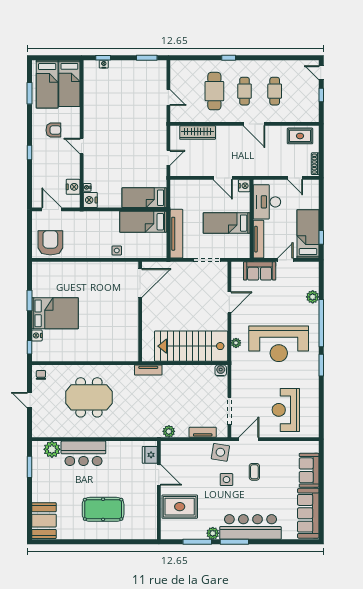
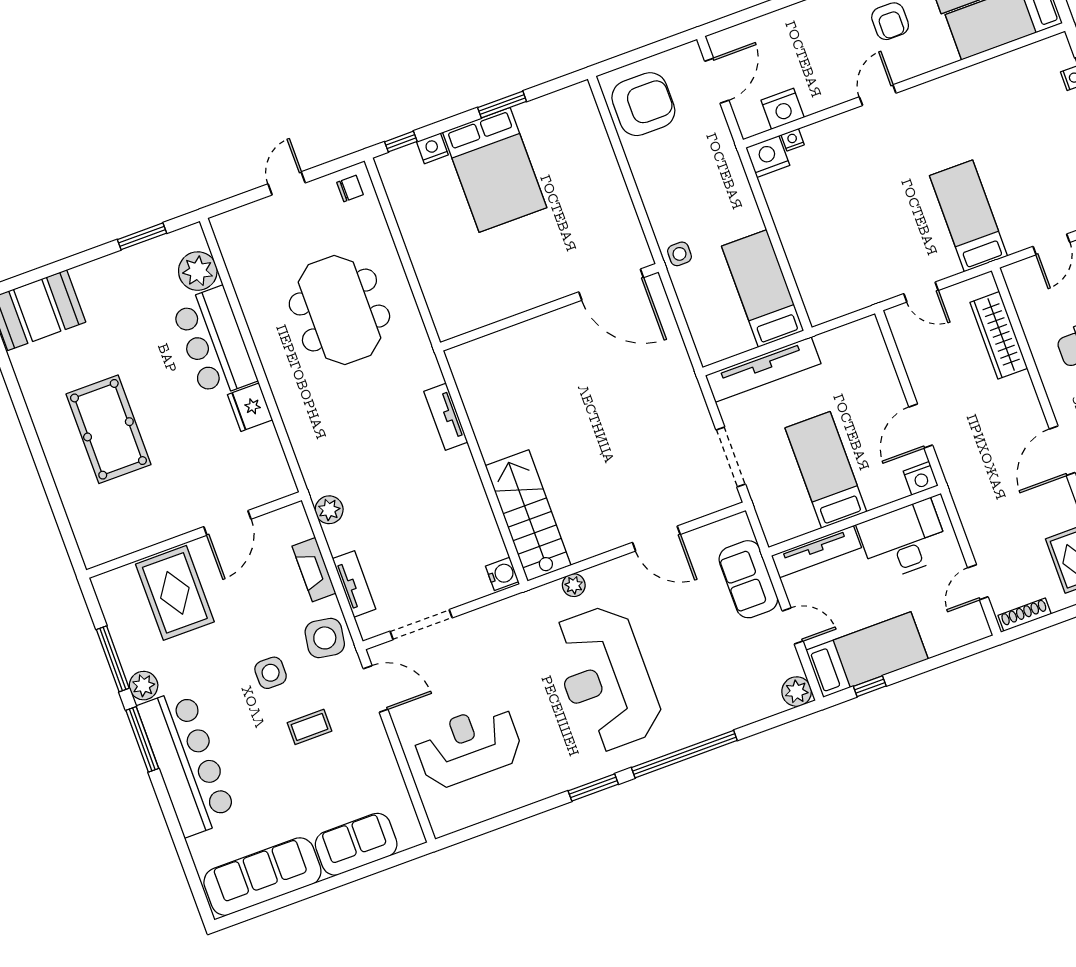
bed: (144, 198) -> (969, 216), moved
door: (140, 283) -> (611, 285), moved
plant: (313, 297) -> (797, 692), moved
wall: (140, 311) -> (549, 307), moved
stairs: (191, 346) -> (528, 516), width x0.73, depth x0.66
fireplace: (191, 446) -> (314, 570), added
fridge: (150, 455) -> (250, 407), moved, turned -90

